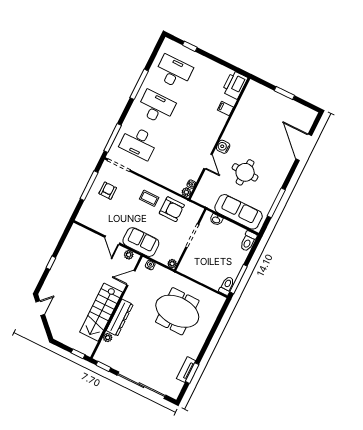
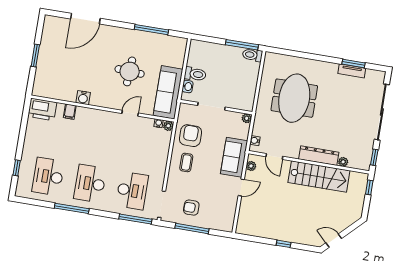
water cooler: (223, 147) -> (83, 98), moved
sofa: (239, 212) -> (168, 92), moved
toilet: (248, 241) -> (195, 74), moved

